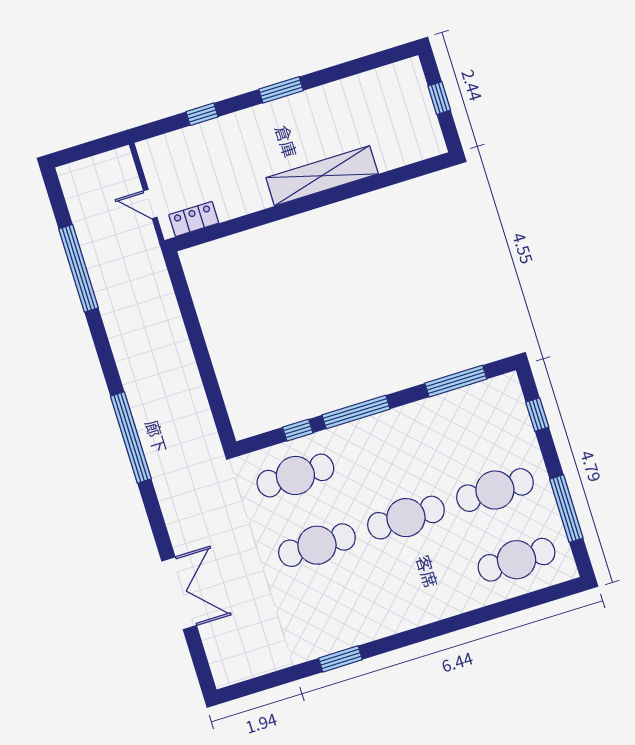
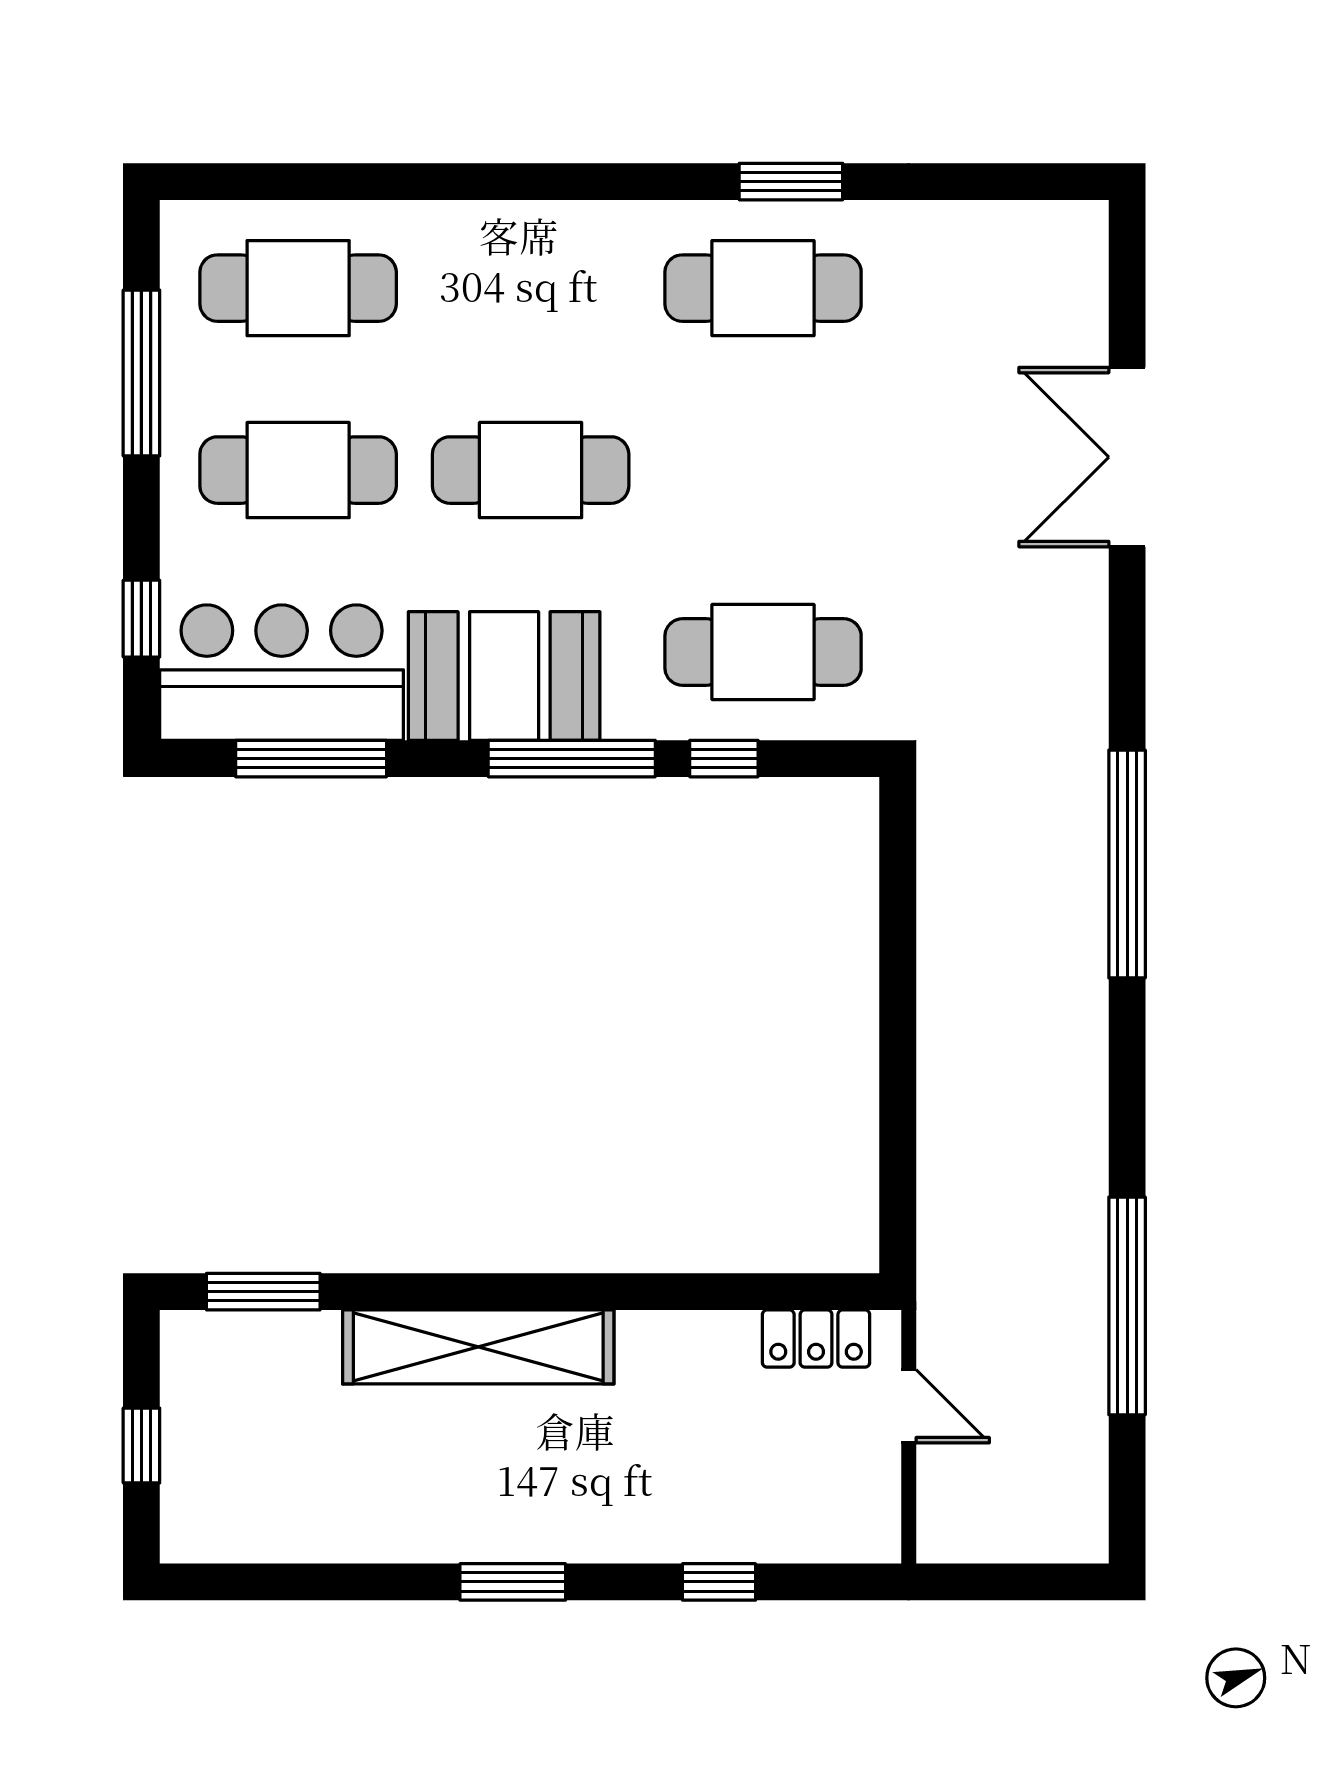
window: (411, 171) -> (263, 1292), added
bar counter: (477, 411) -> (282, 673), added
booth: (392, 436) -> (504, 676), added
cafe table: (317, 545) -> (763, 288), moved

